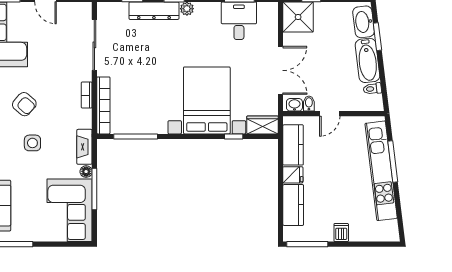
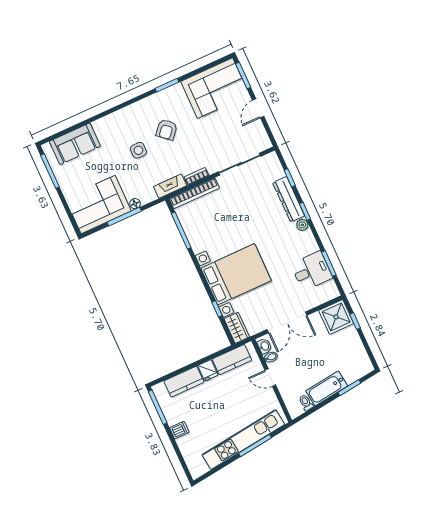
washbasin: (364, 22) -> (356, 371), removed
fireplace: (84, 147) -> (170, 186), moved

